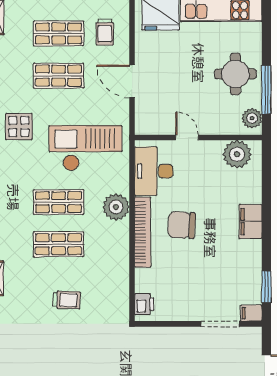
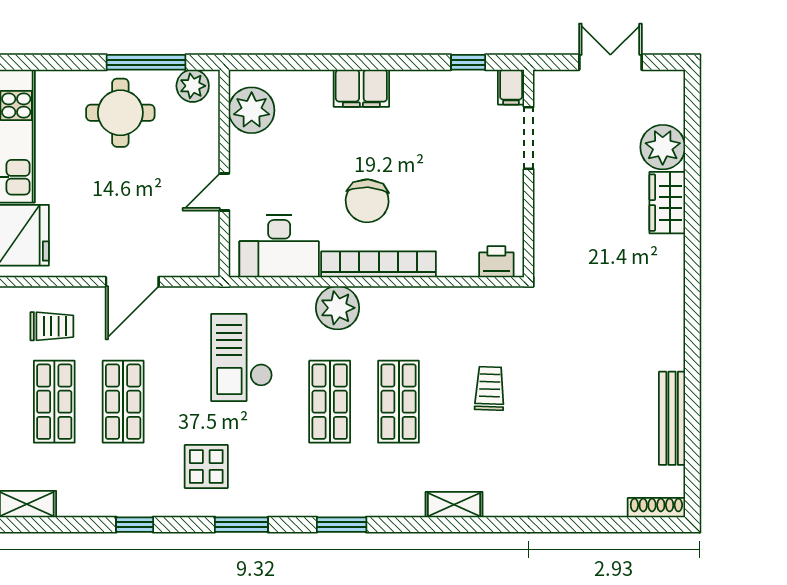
checkout: (86, 148) -> (242, 358), width x0.73, depth x0.83
window: (266, 287) -> (468, 62), width x0.67

